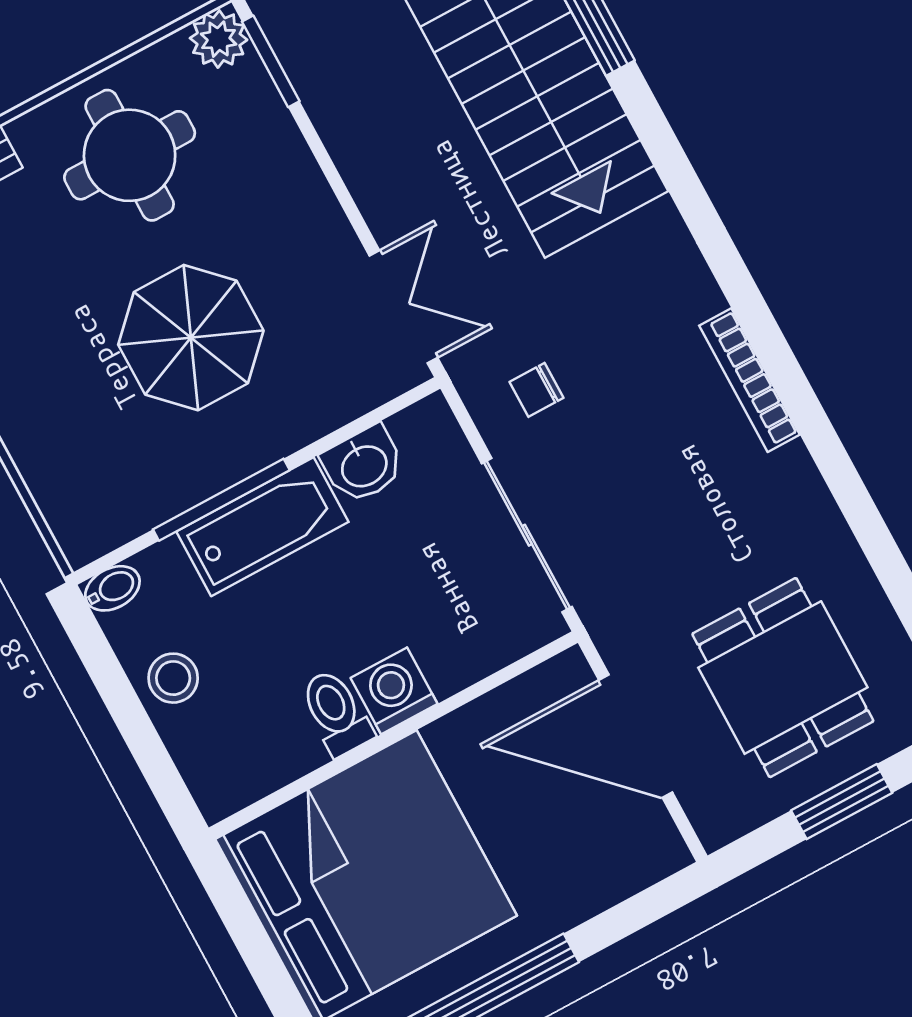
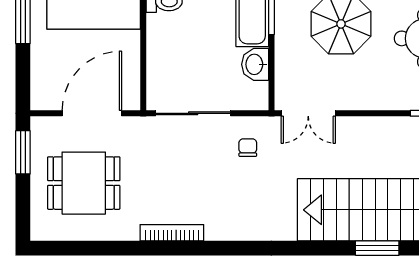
bookcase: (750, 380) -> (172, 233), moved
washing machine: (394, 691) -> (160, 29), removed
window: (842, 802) -> (23, 152), moved

